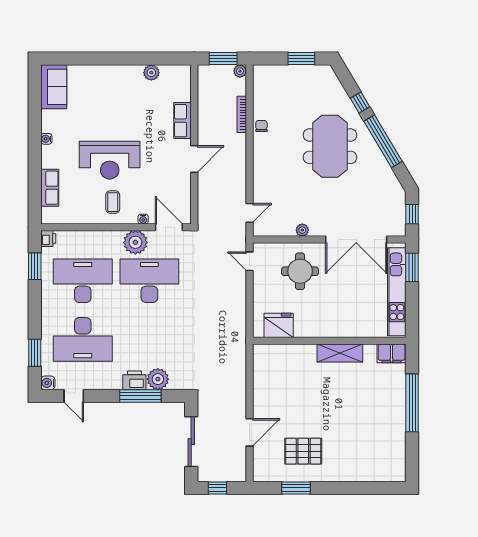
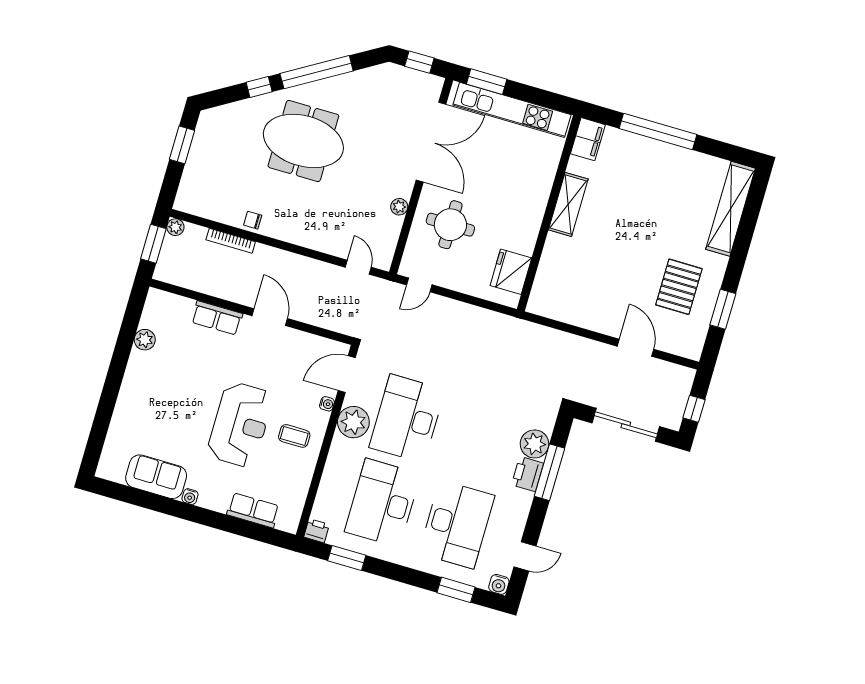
sofa: (54, 87) -> (156, 477), moved
shelving: (371, 472) -> (731, 209), added

